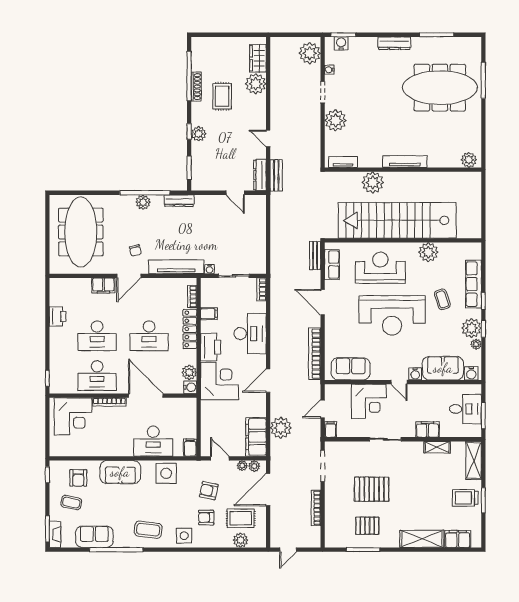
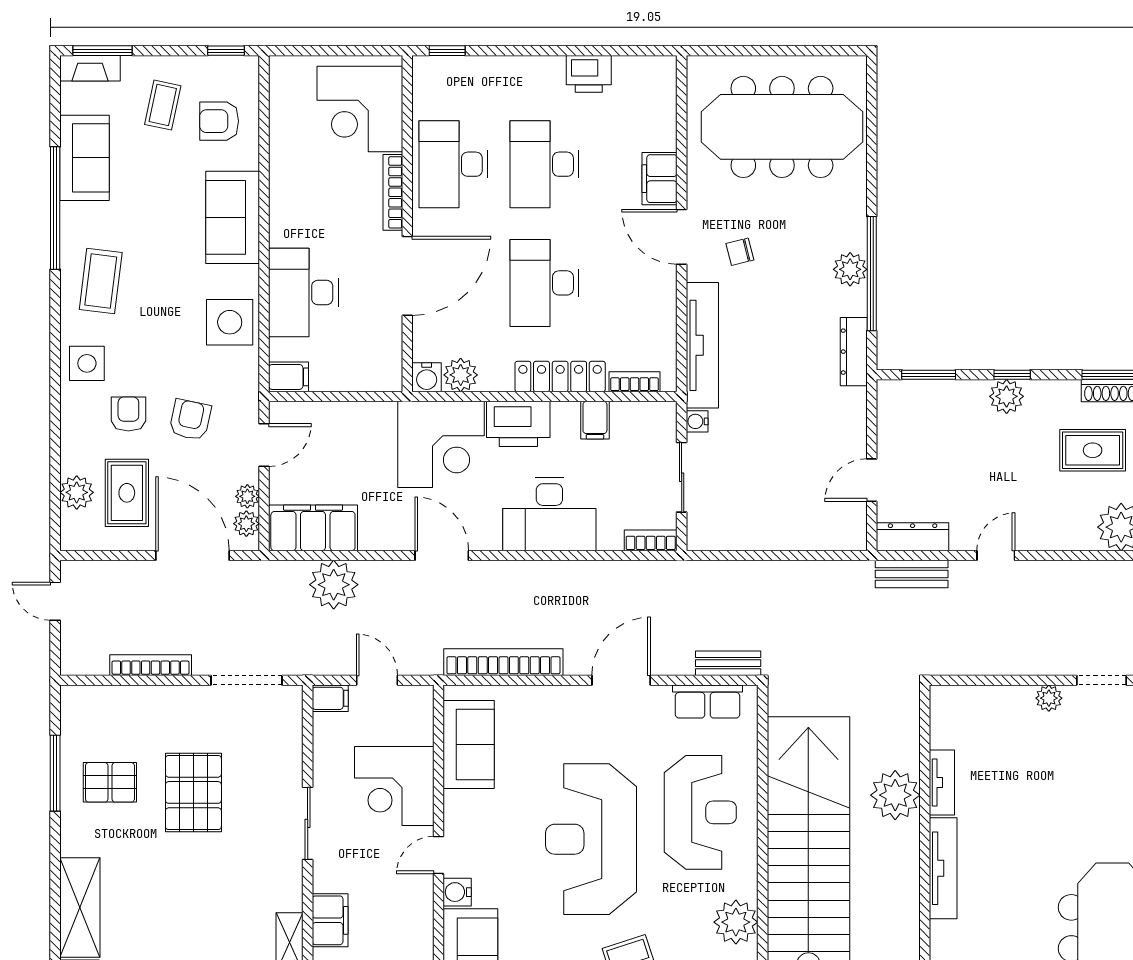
plant: (335, 120) -> (1049, 698), width x0.53, depth x0.53
tv unit: (343, 162) -> (942, 783), moved
pallet: (367, 526) -> (110, 782), turned 90

